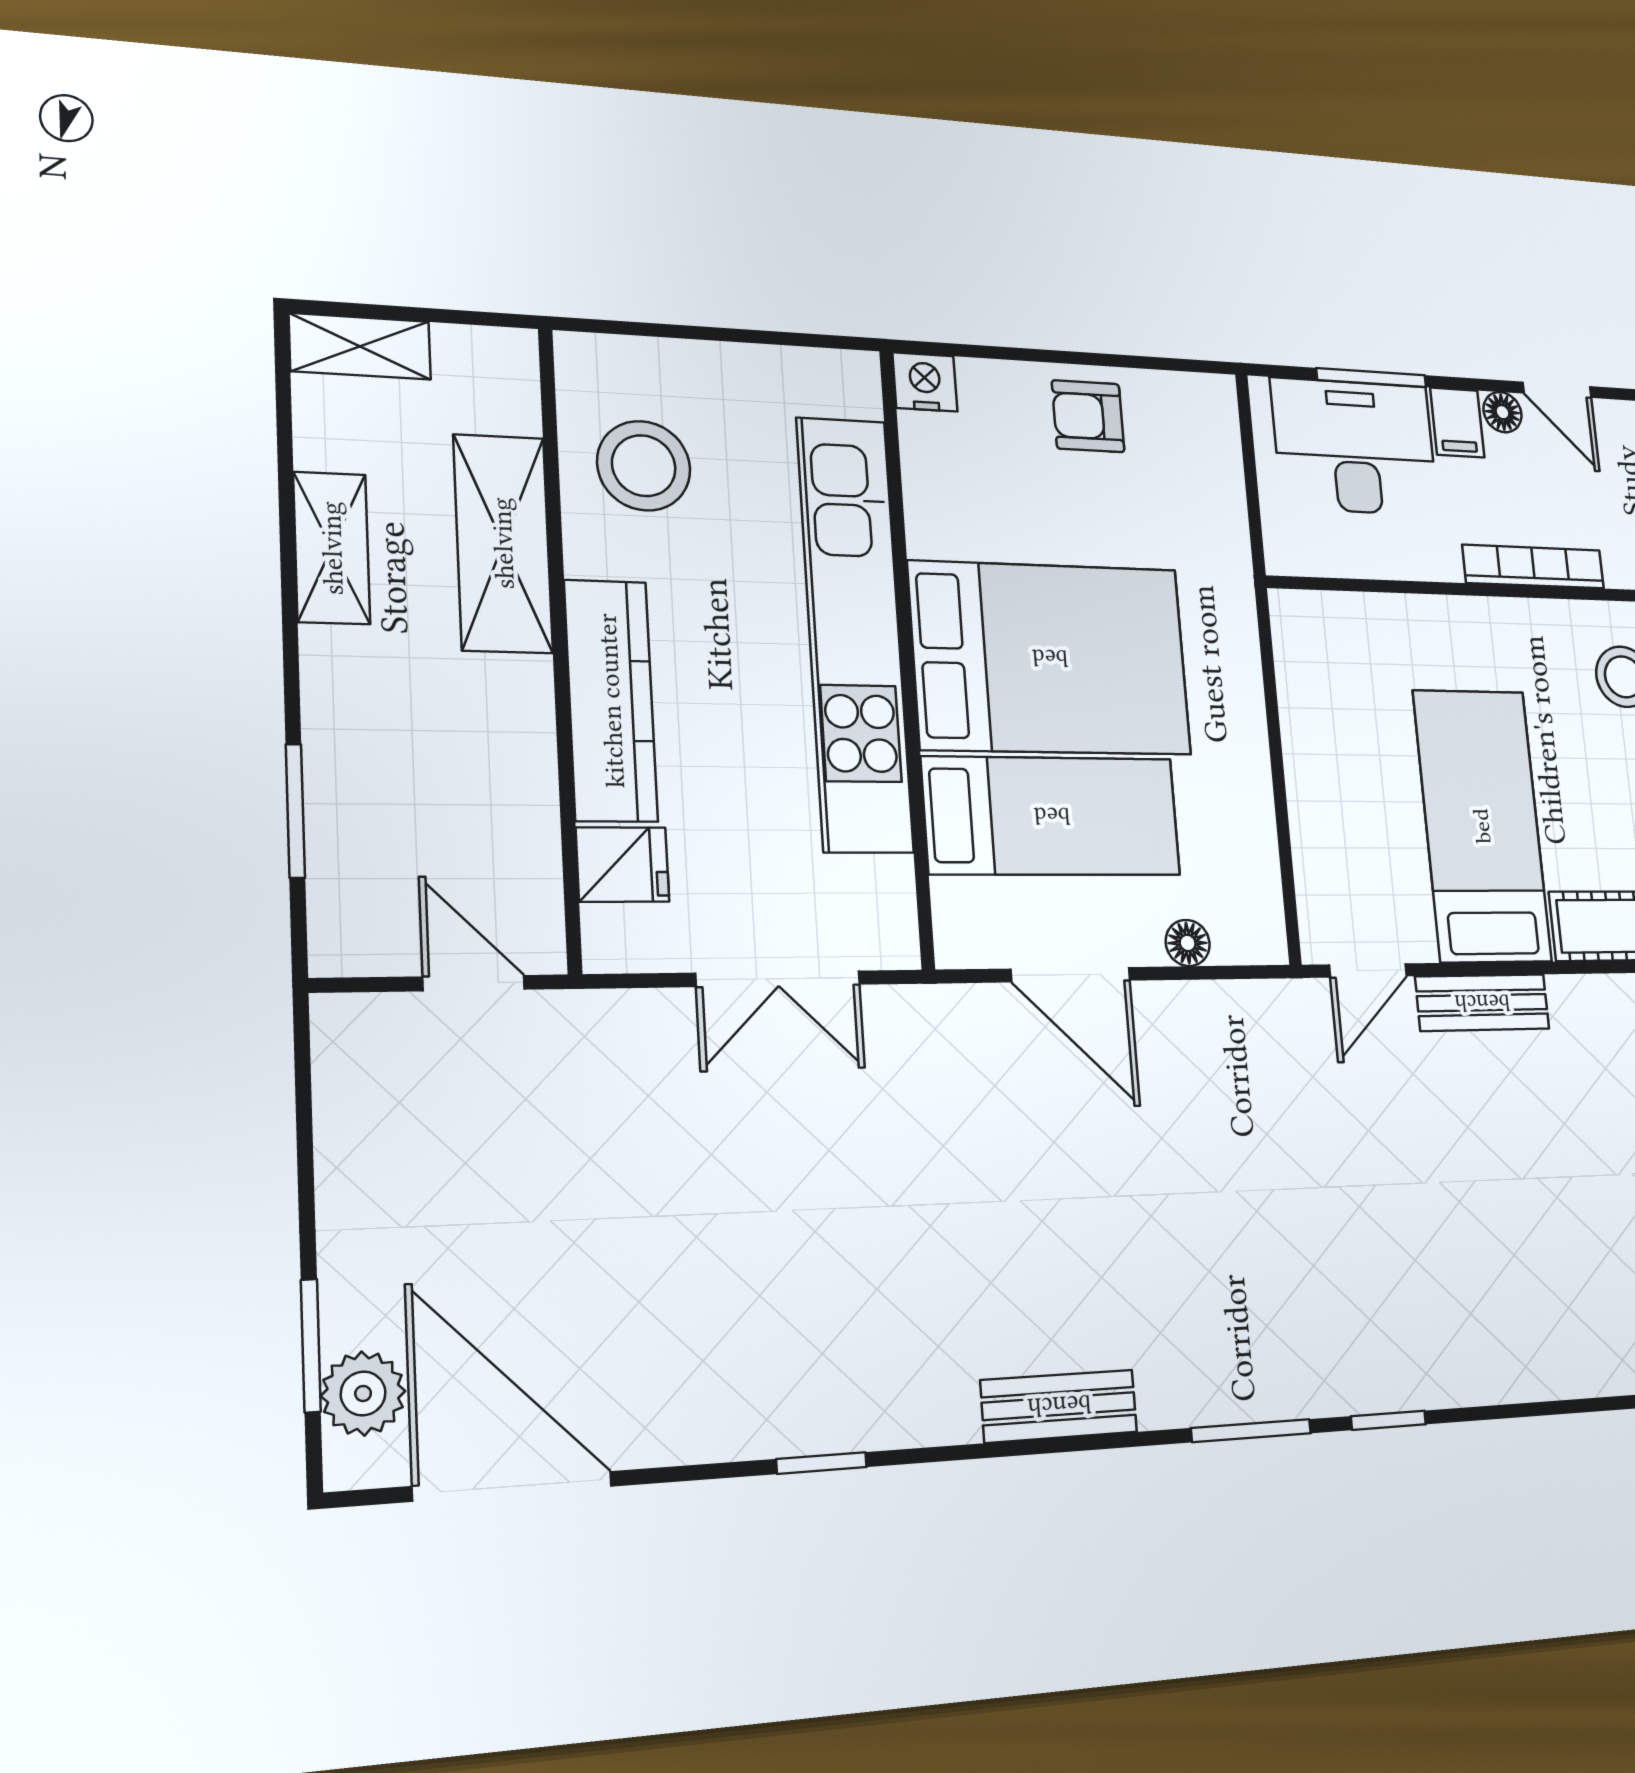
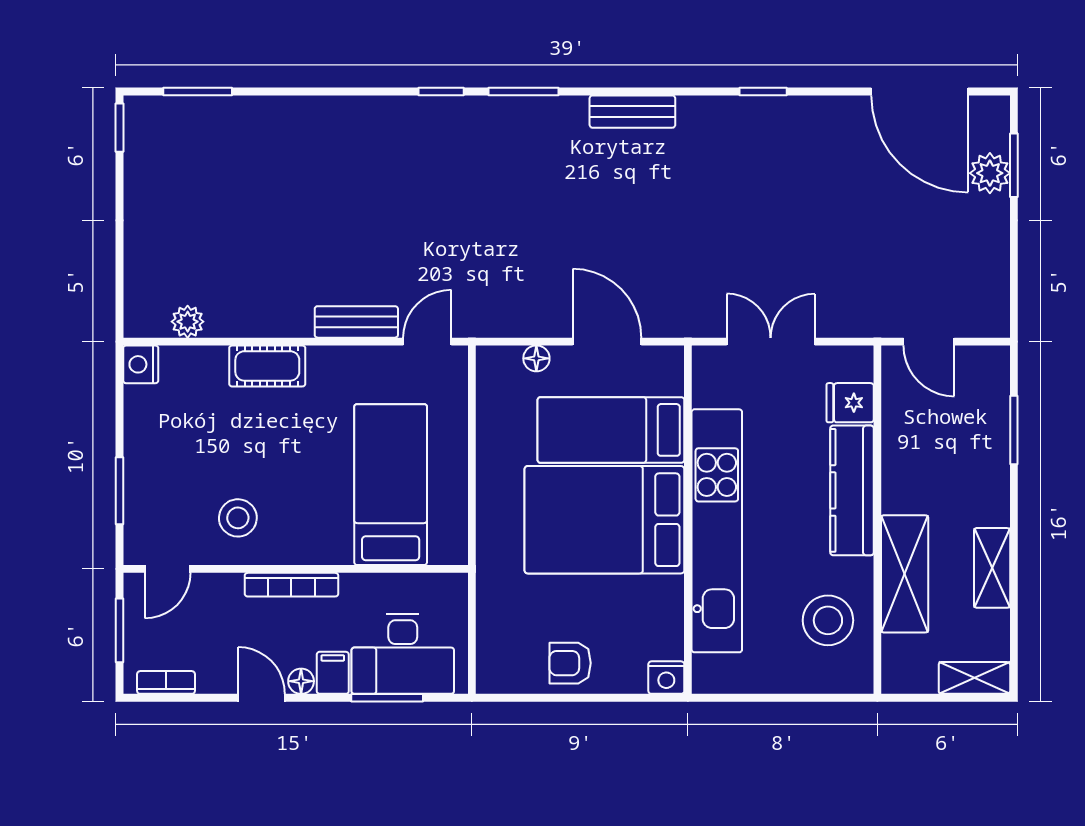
armchair: (1088, 416) -> (570, 663), turned 180
bed: (1482, 826) -> (391, 485), moved, turned 180
plant: (363, 1393) -> (990, 173), moved

